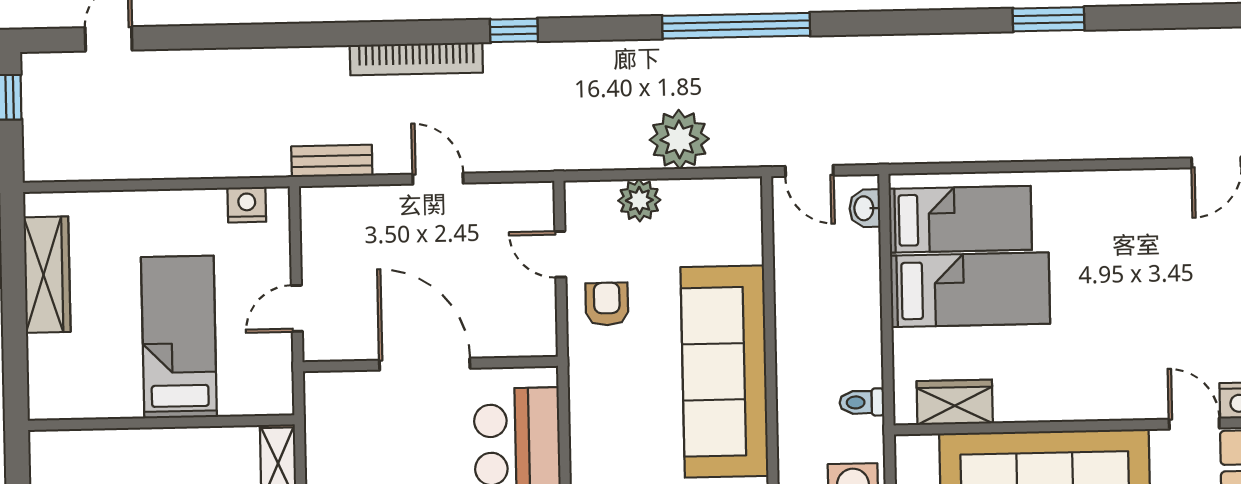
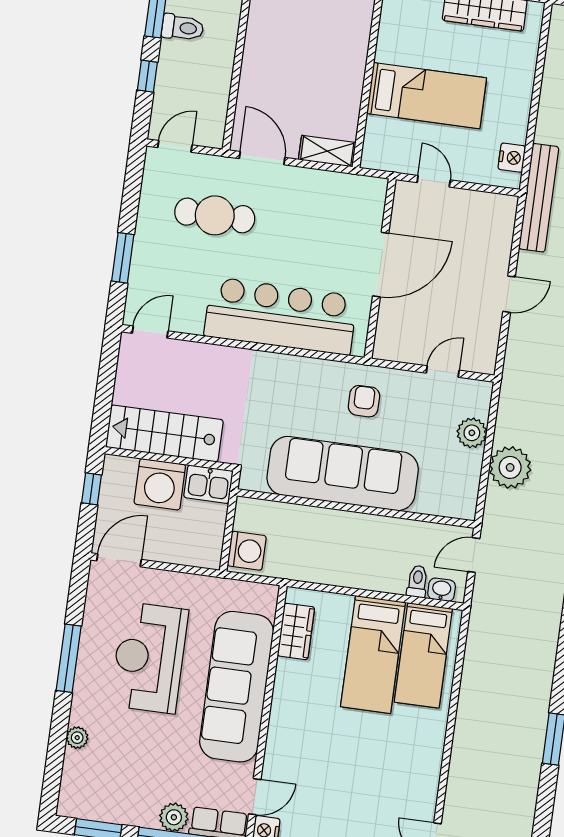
bench: (332, 161) -> (539, 198), width x1.86, depth x1.21
armchair: (607, 304) -> (364, 401), moved, turned -90
toilet: (862, 402) -> (417, 581), moved

